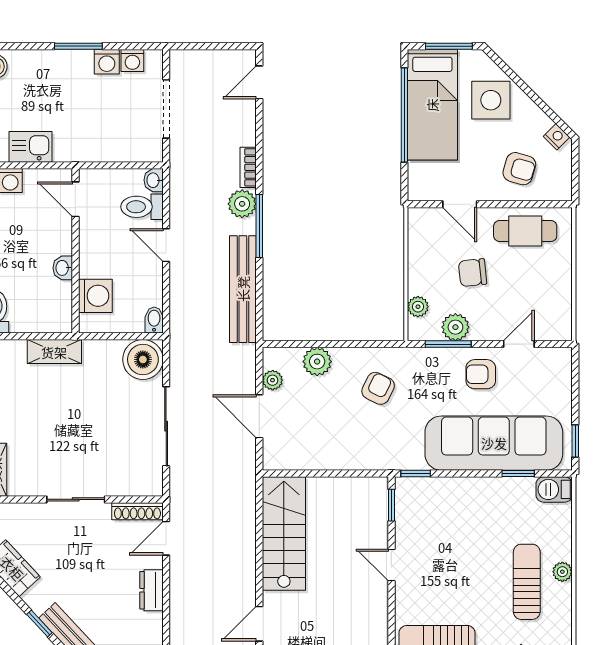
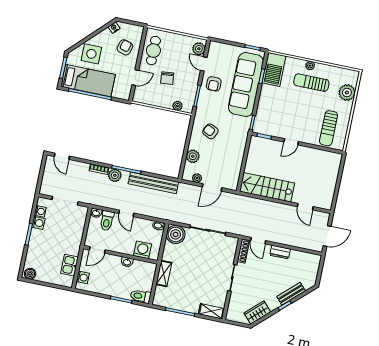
door: (166, 245) -> (126, 213), hinge flipped
plant: (455, 327) -> (199, 49), moved
barbecue: (554, 489) -> (274, 69), width x1.88, depth x1.53

